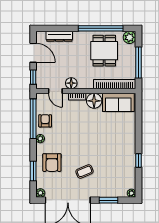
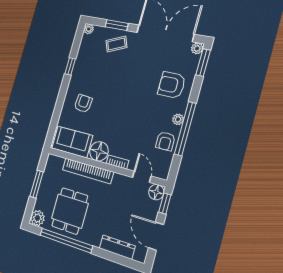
window: (138, 62) -> (37, 184), width x0.69
floor lamp: (71, 83) -> (156, 192), moved
bookcase: (115, 84) -> (88, 171), moved
window: (33, 119) -> (185, 129), moved
armchair: (118, 134) -> (83, 103), added
armchair: (52, 163) -> (172, 85), turned -90
window: (33, 171) -> (203, 63), moved
coffee table: (85, 171) -> (116, 44), moved

